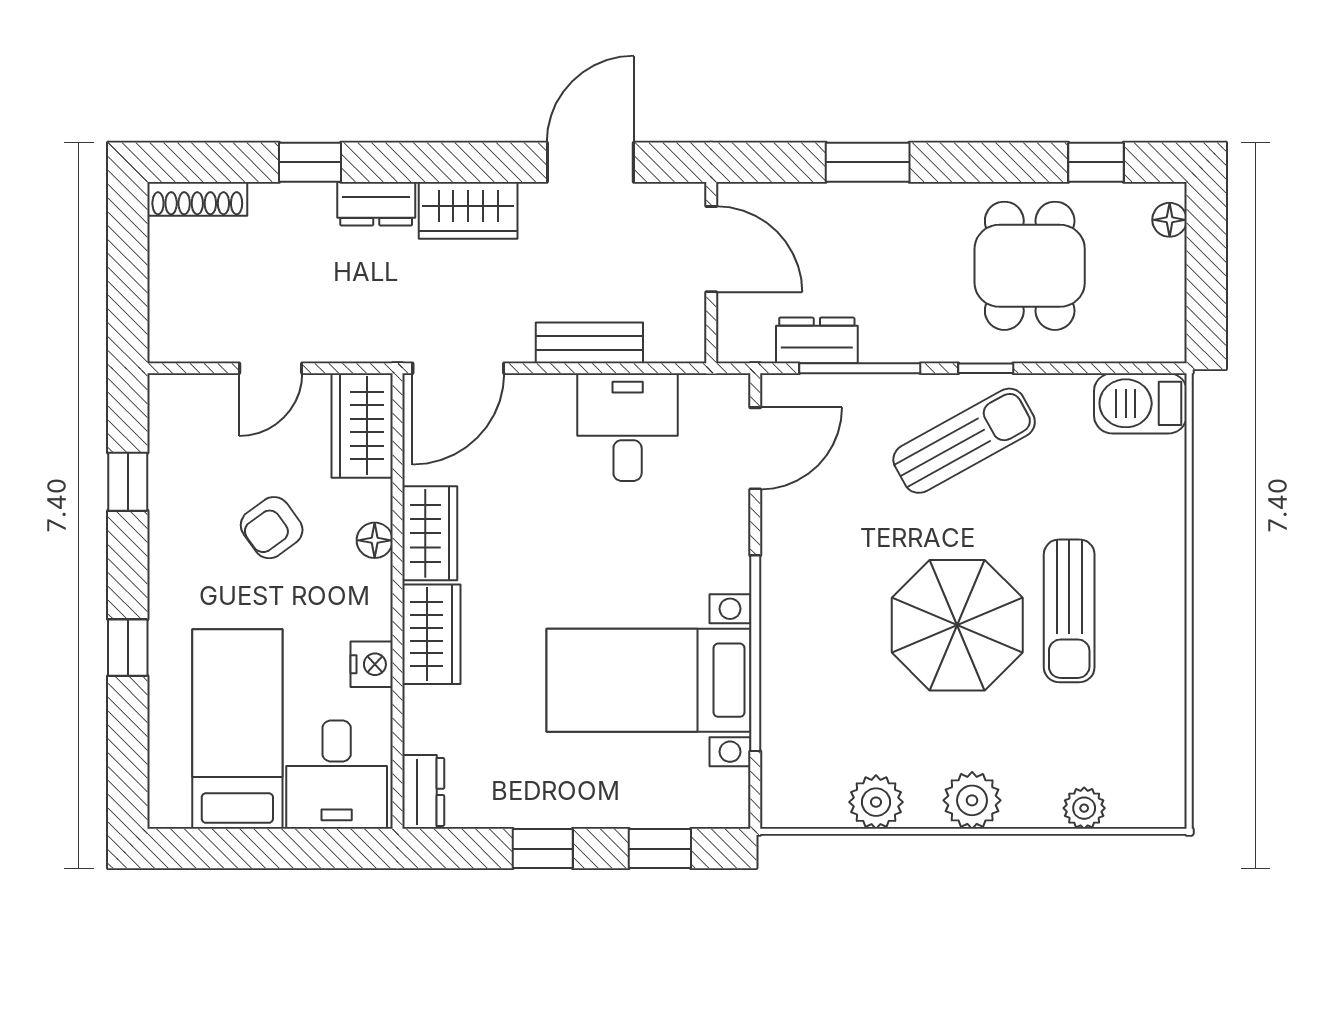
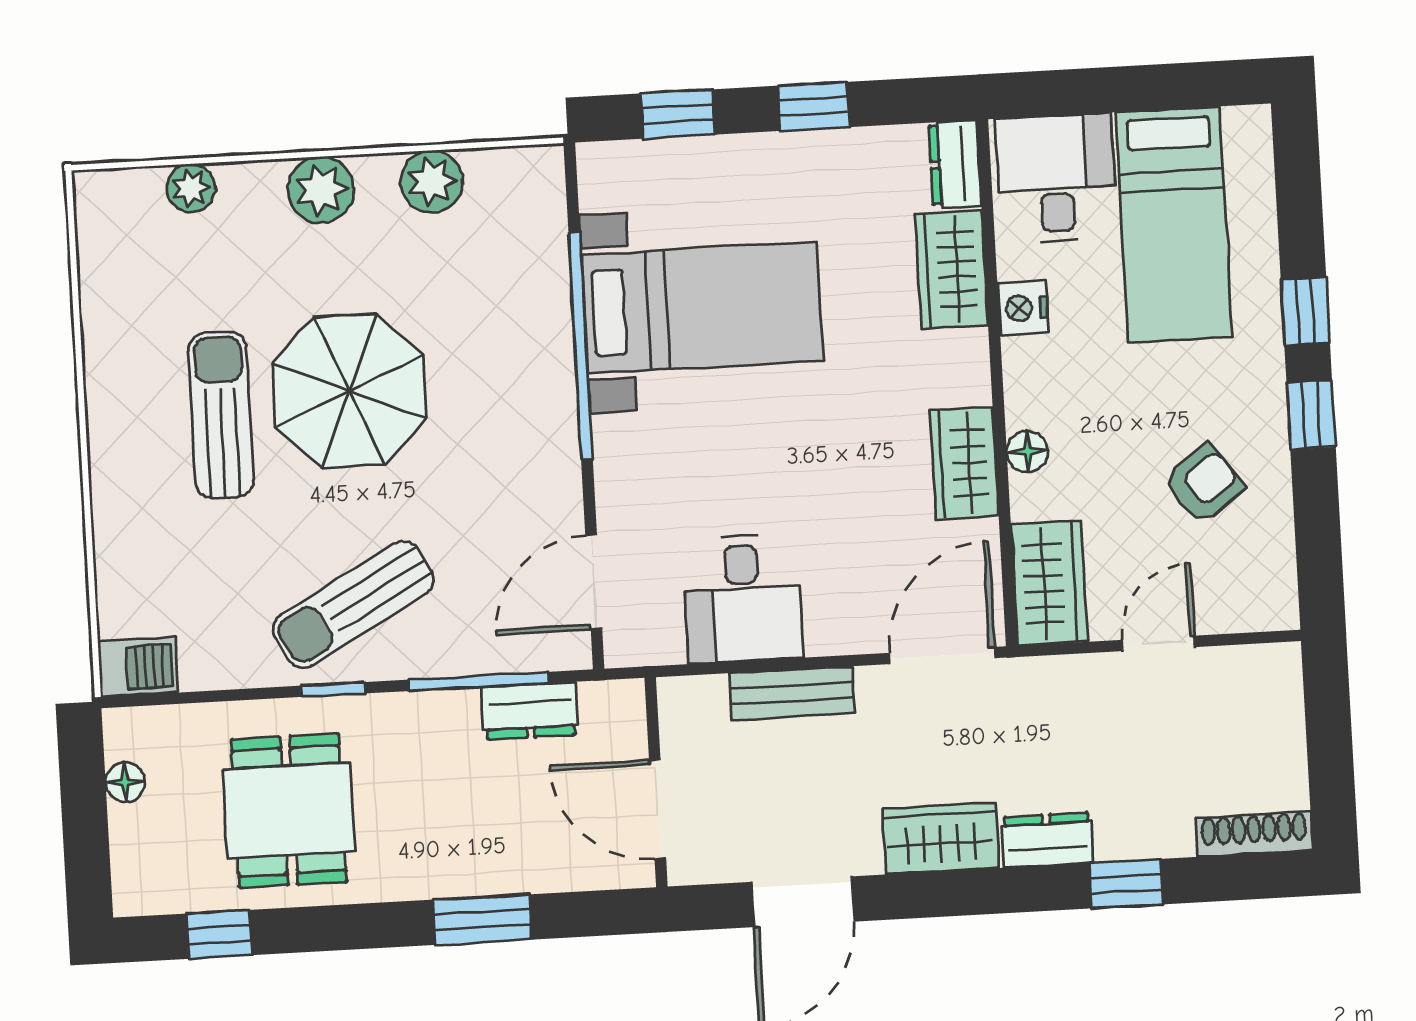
floor lamp: (1170, 220) -> (125, 782), moved
barbecue: (1140, 403) -> (138, 667), width x0.73, depth x0.79
window: (128, 482) -> (1311, 415), moved
armchair: (272, 528) -> (1204, 484), moved
wardrobe: (431, 634) -> (952, 269), moved

